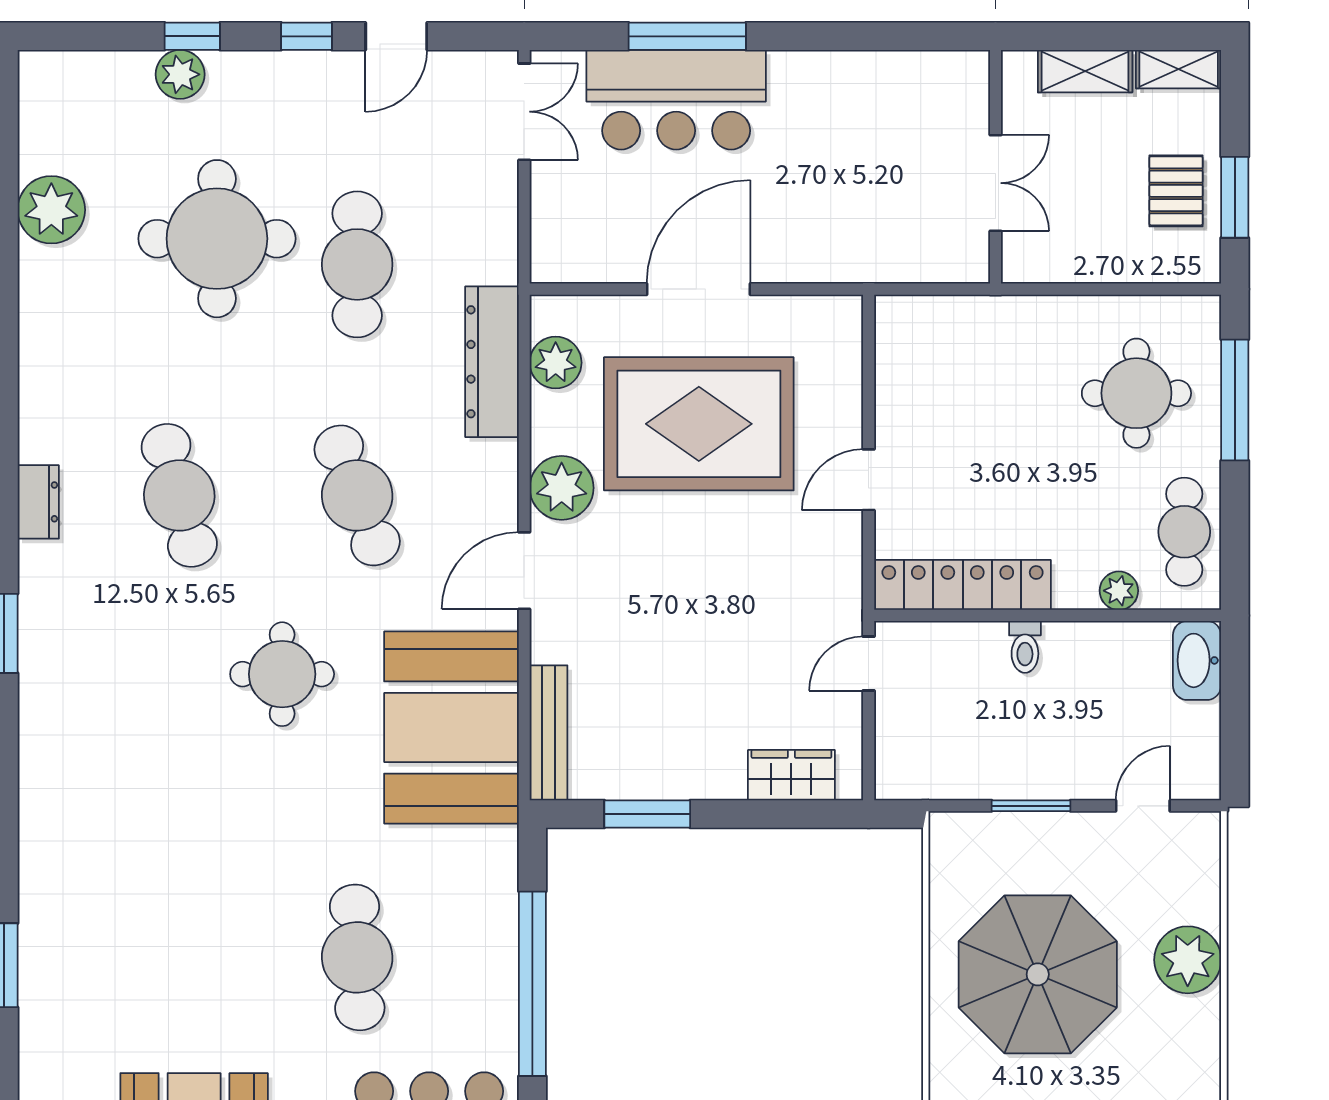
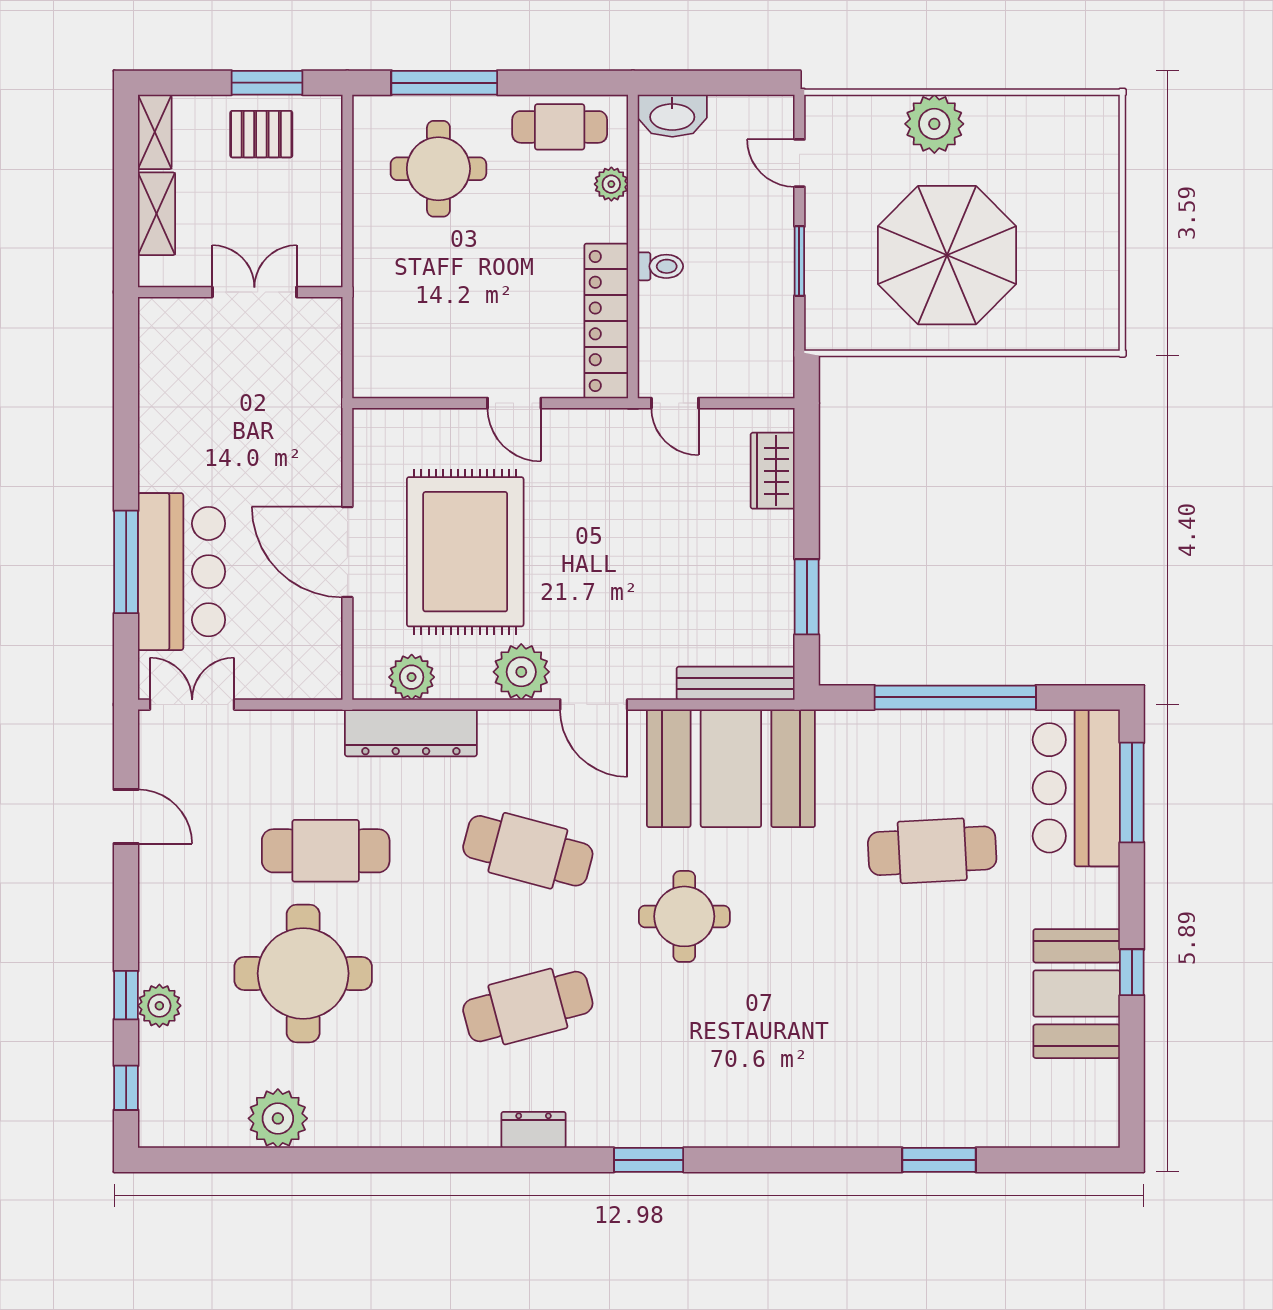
window: (307, 36) -> (126, 1088), moved
cafe table: (357, 495) -> (528, 851), turned 36

